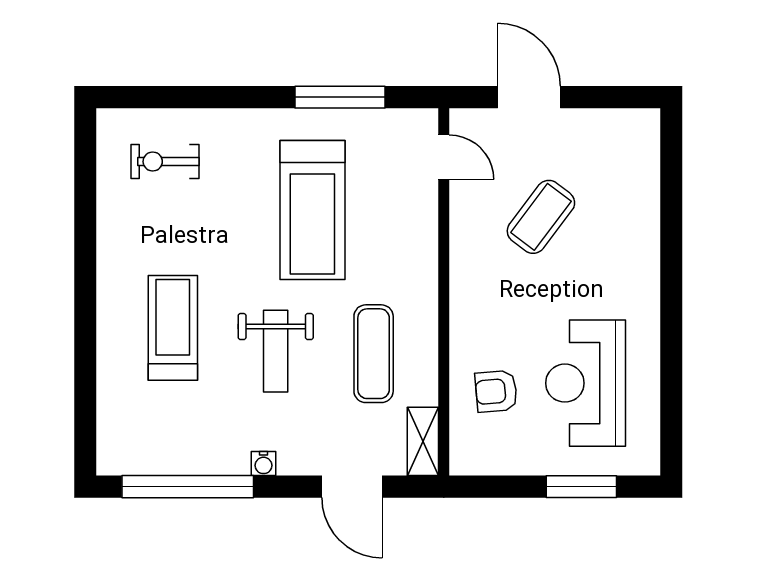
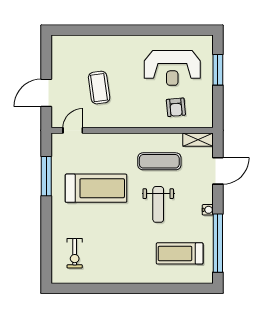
coffee table: (541, 217) -> (99, 88), turned 45
treadmill: (173, 328) -> (180, 253), moved
weight bench: (276, 351) -> (158, 204), turned 90

